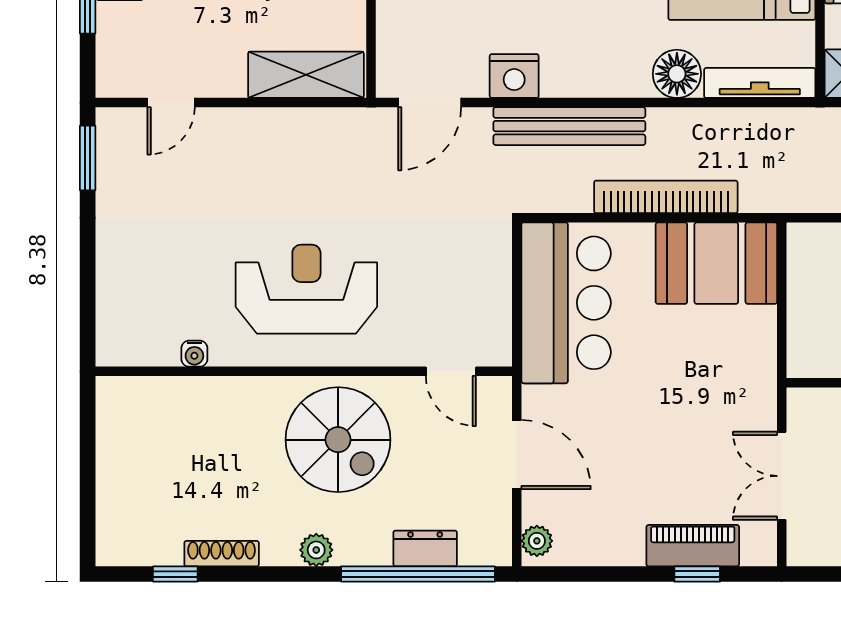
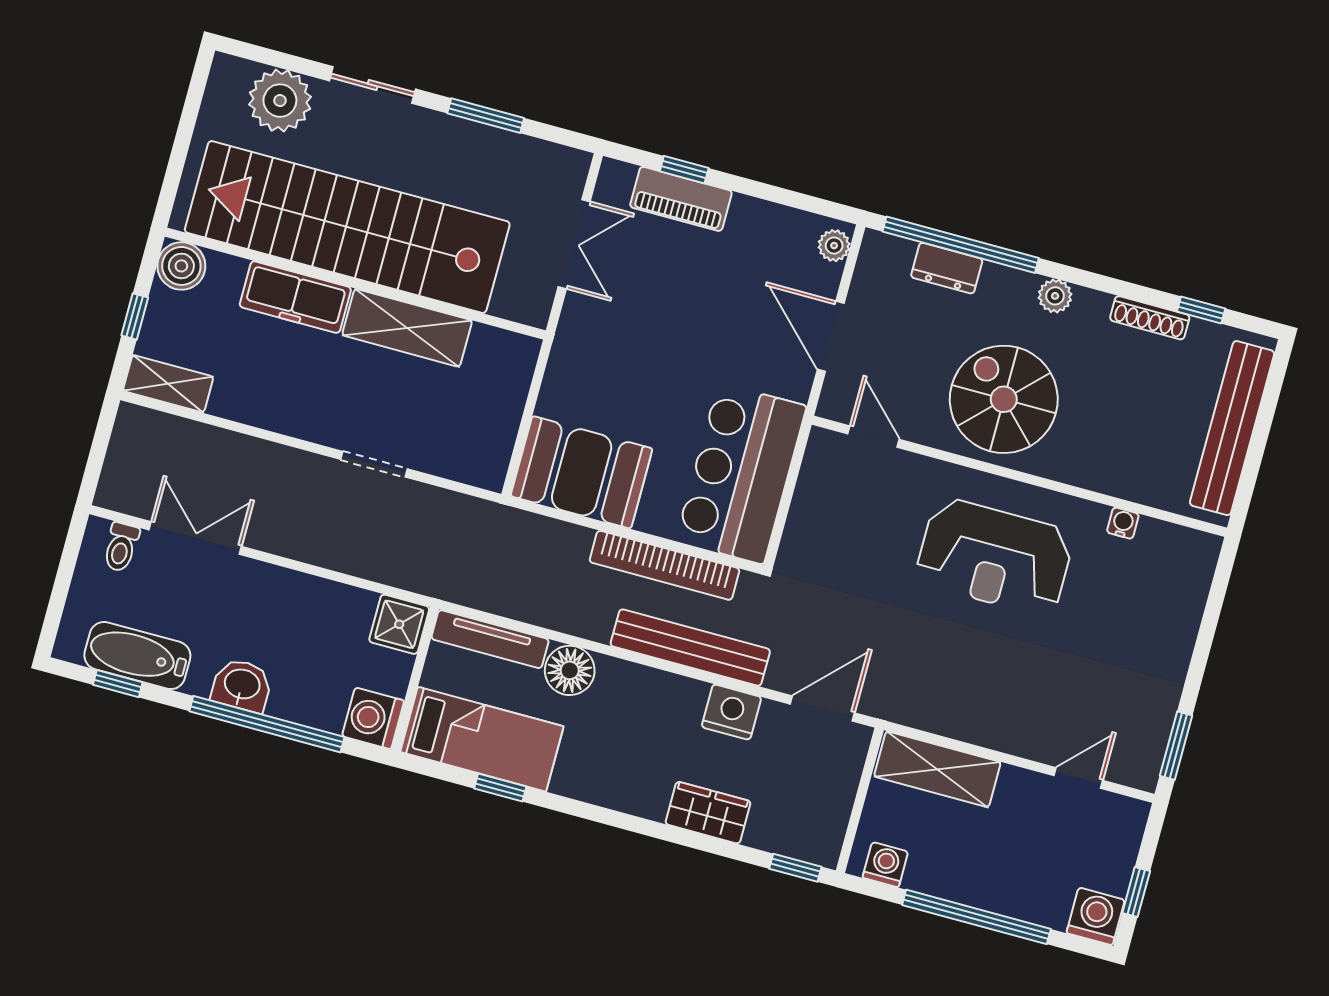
bookcase: (666, 197) -> (664, 565), moved
bench: (116, 471) -> (1232, 428), added

